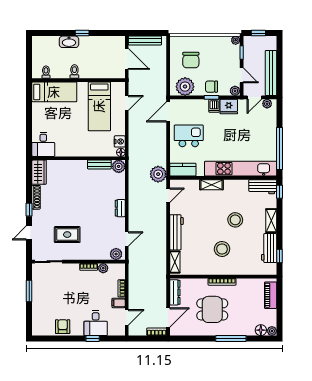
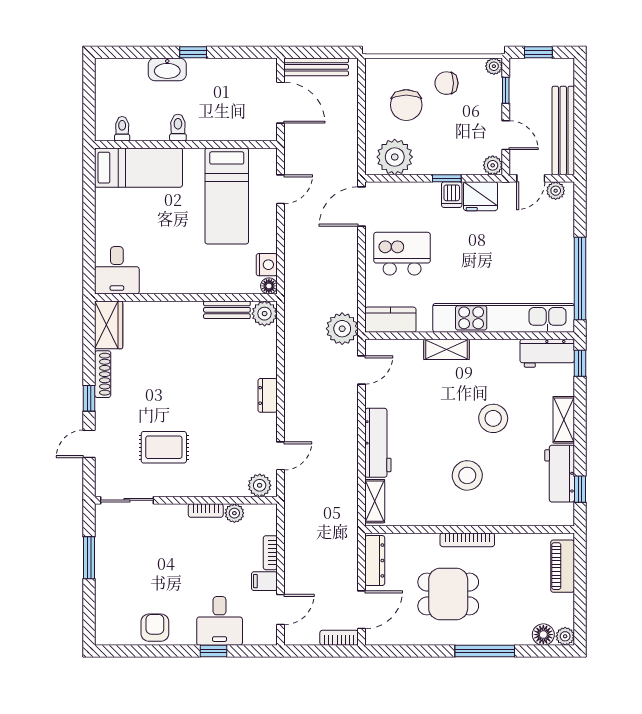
chair: (211, 87) -> (446, 83), moved

